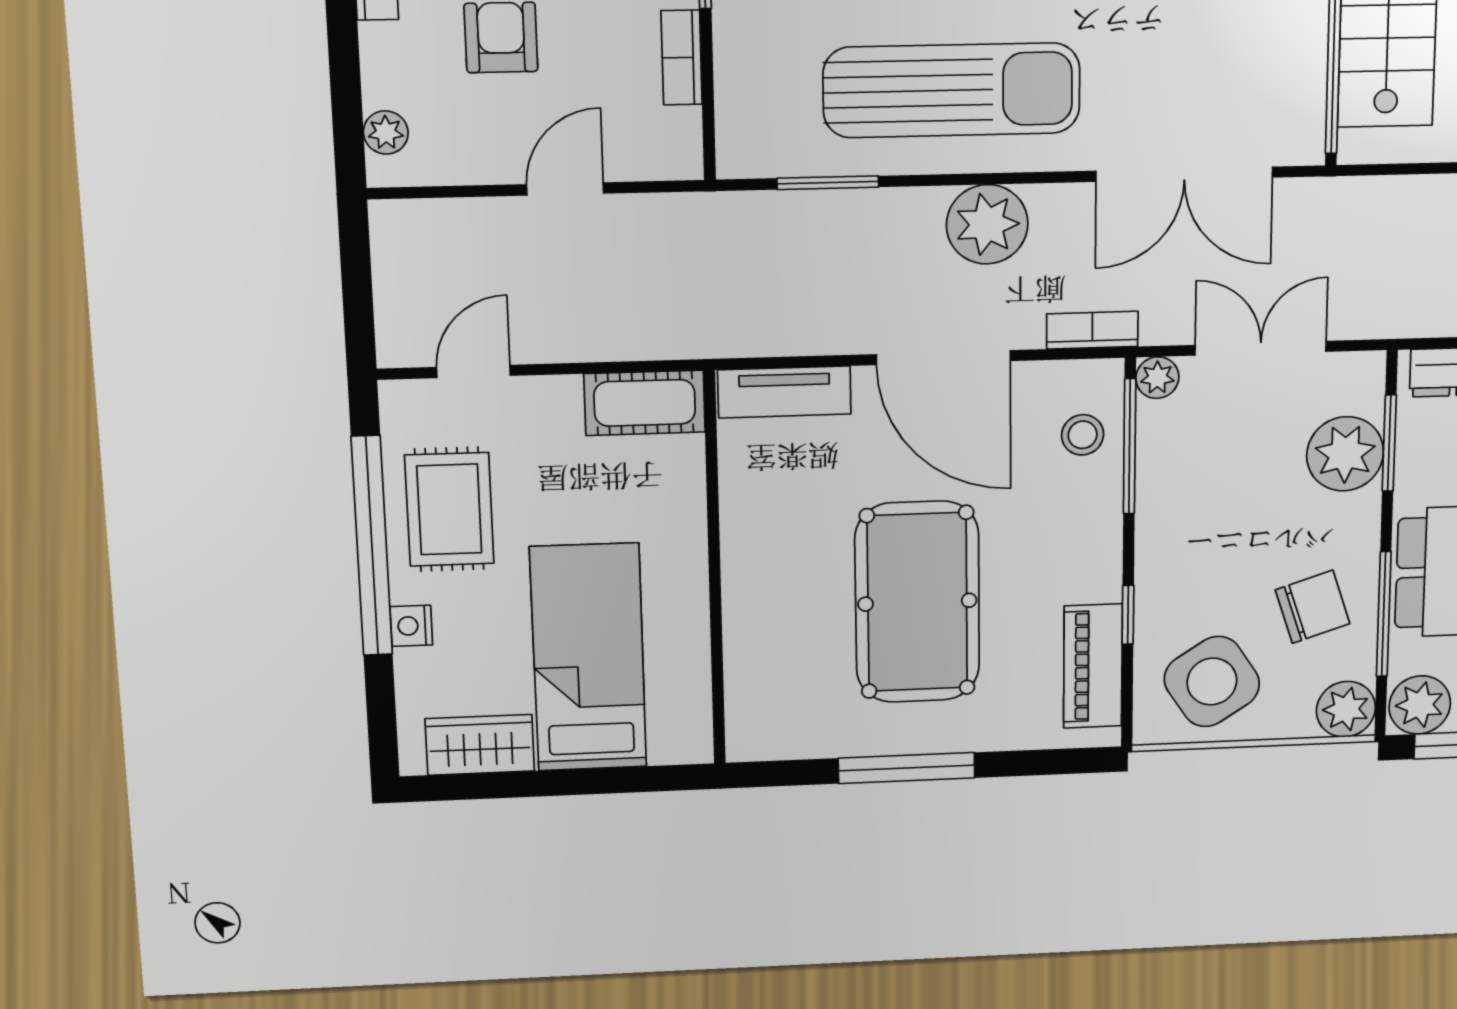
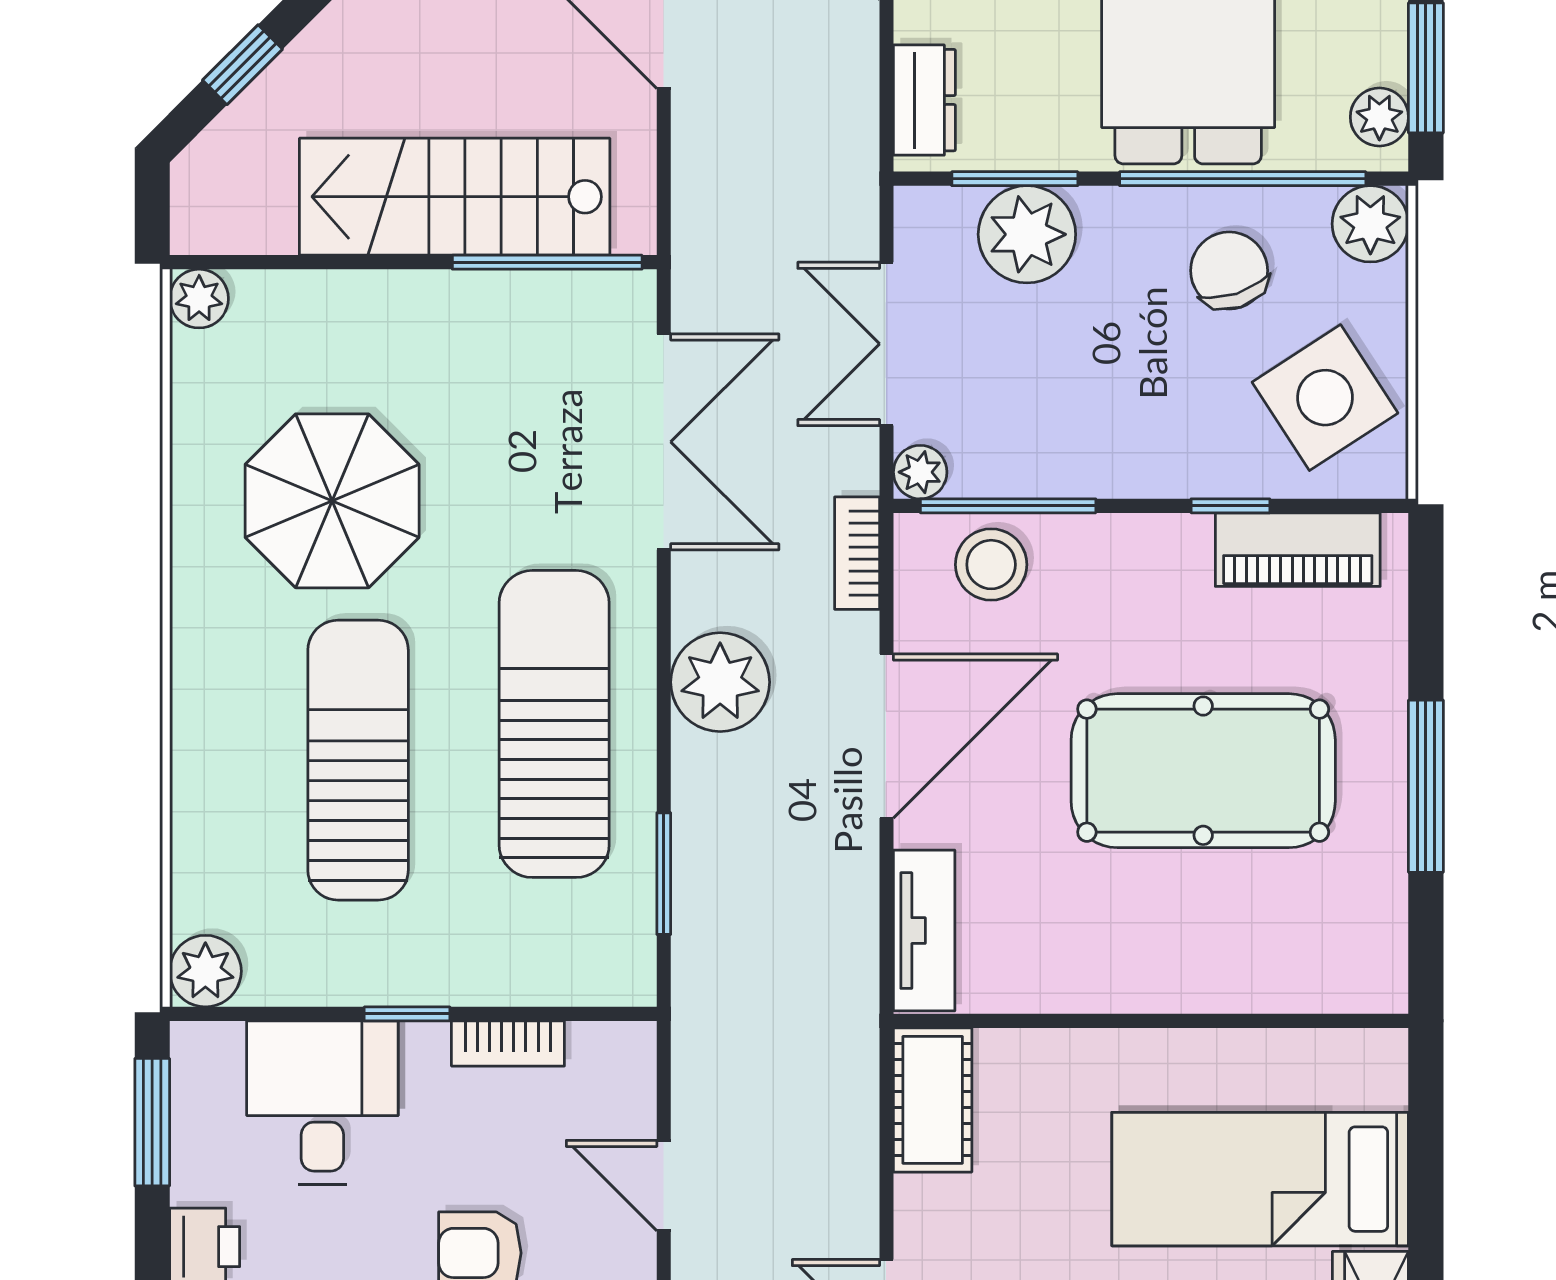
stool: (1083, 435) -> (991, 565), width x1.37, depth x1.37
window: (1384, 614) -> (1243, 179), width x1.46
plant: (1420, 705) -> (1379, 117), width x0.73, depth x0.73

